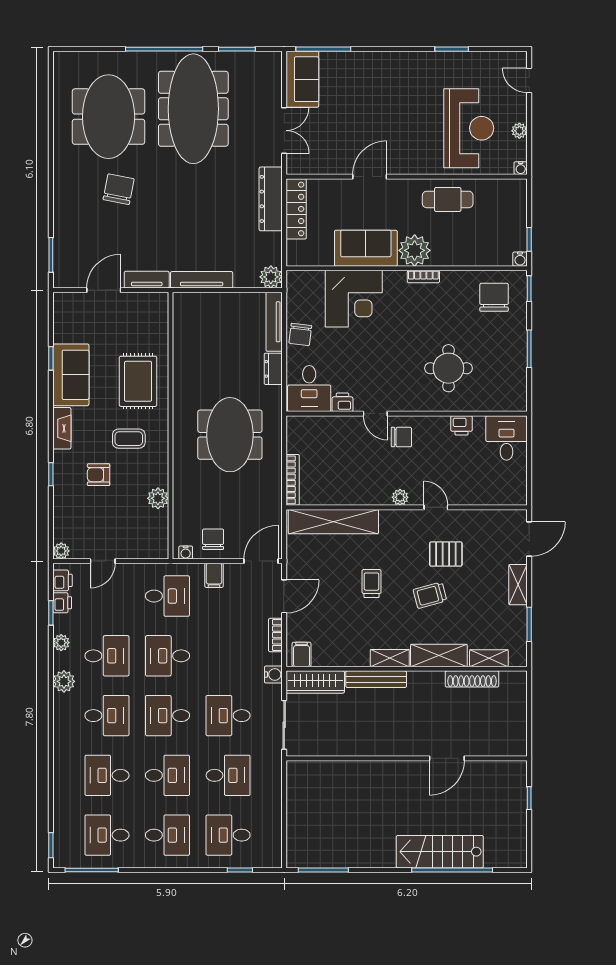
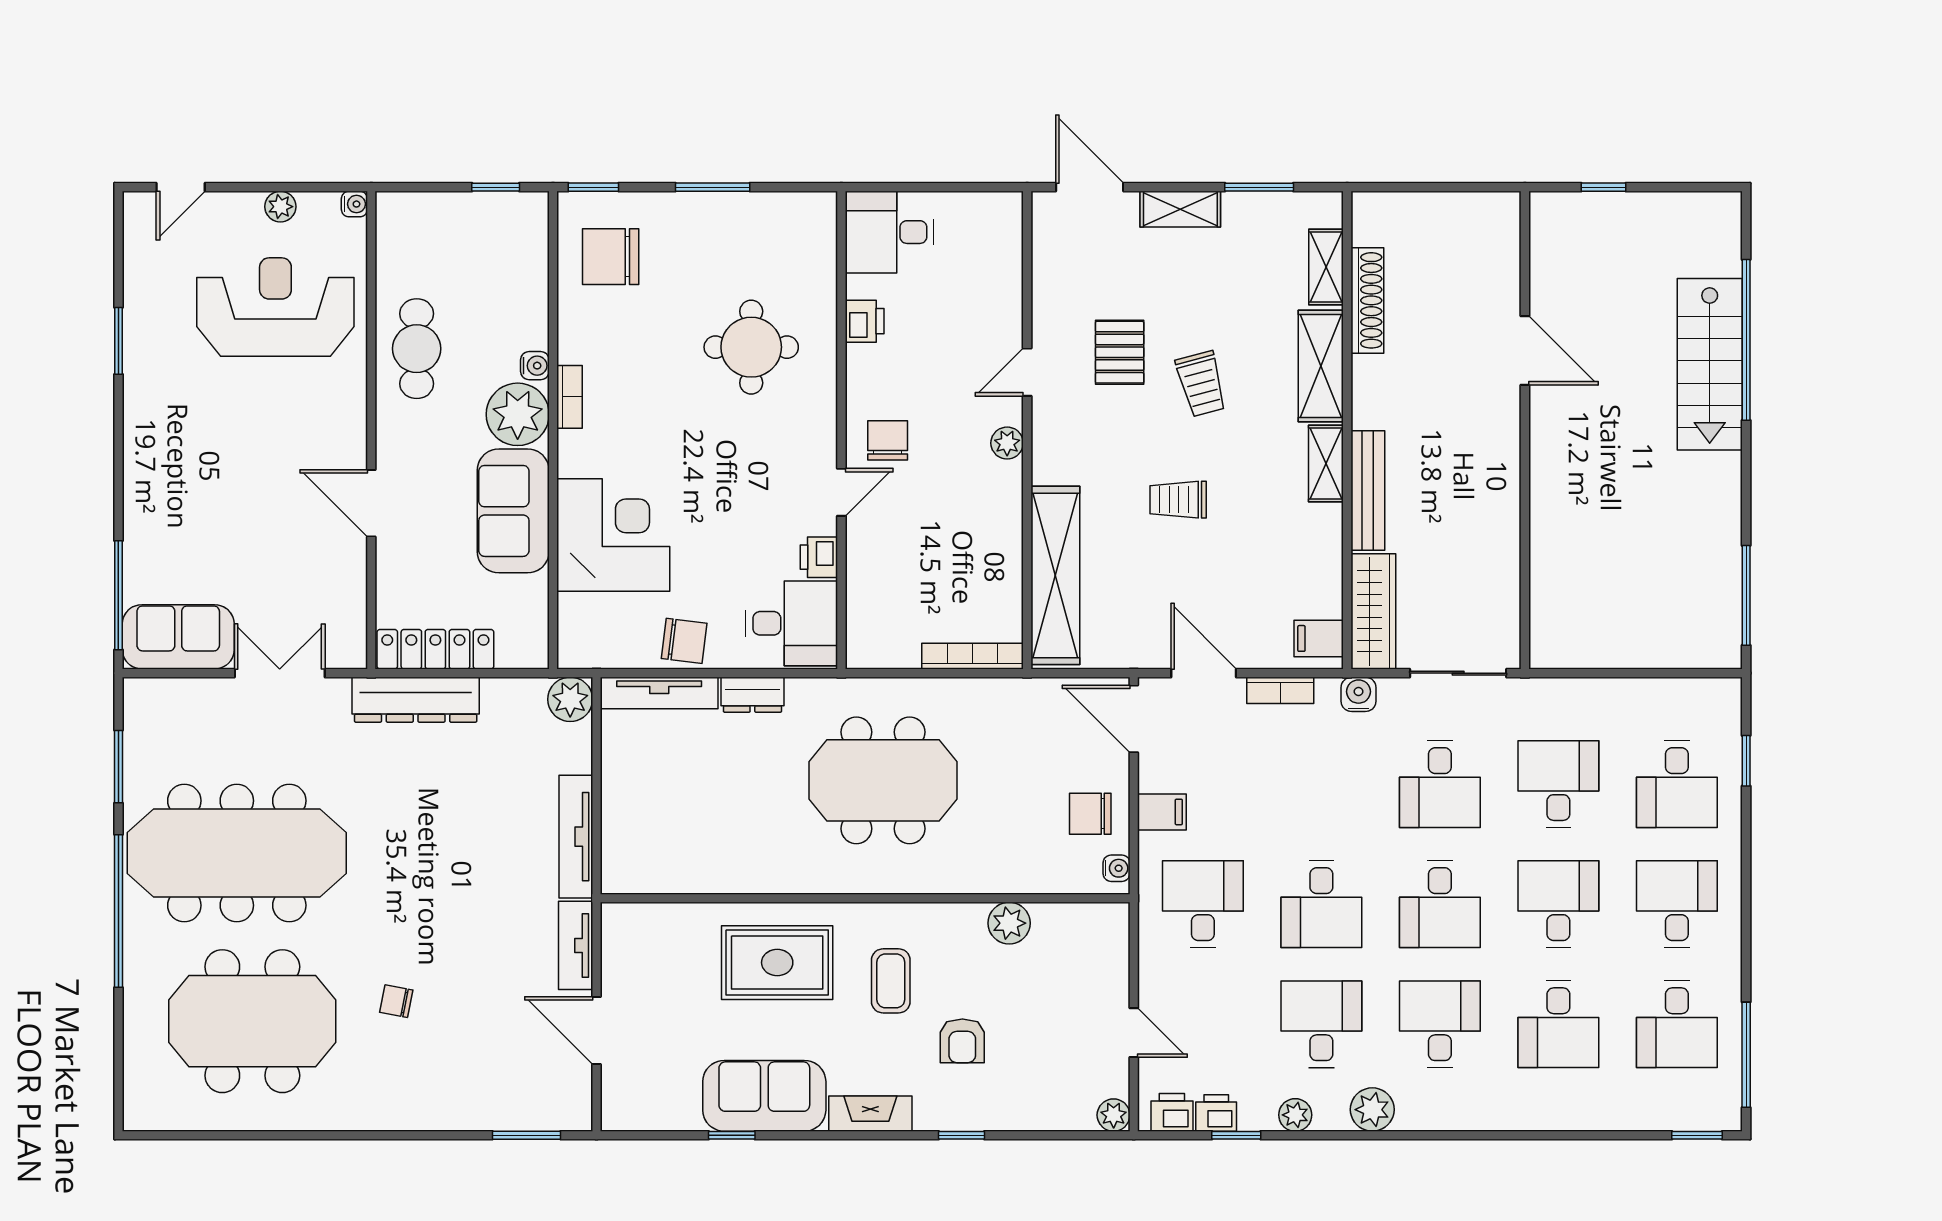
chair: (119, 189) -> (396, 1001), width x0.54, depth x0.54
water cooler: (520, 259) -> (535, 366), moved

